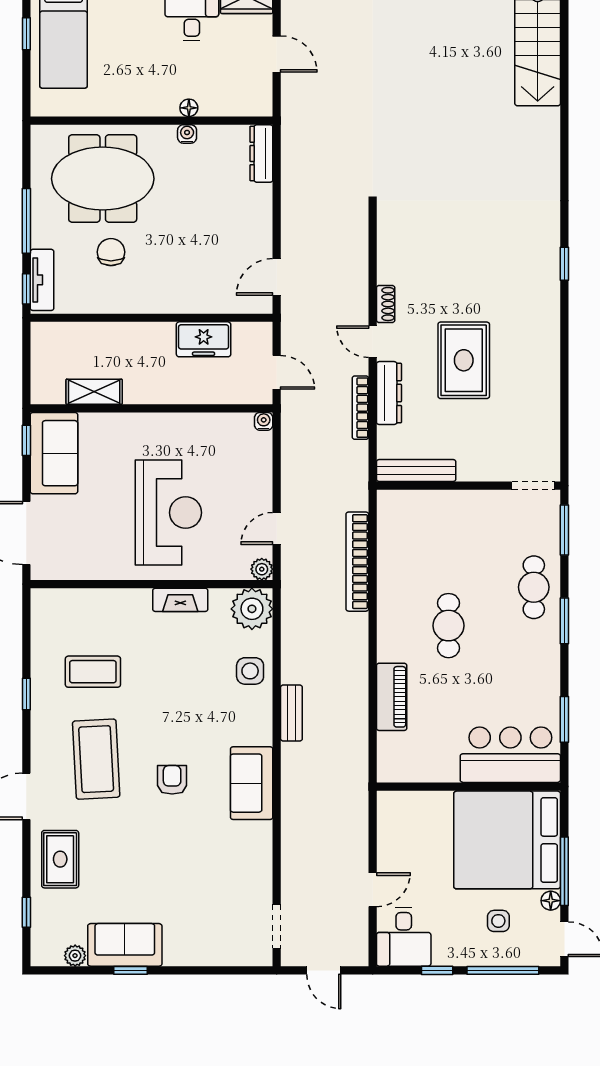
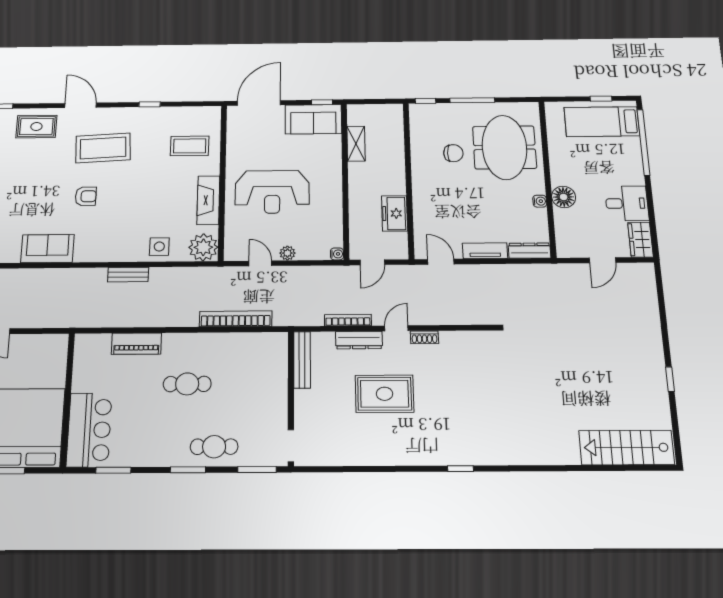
floor lamp: (189, 108) -> (564, 197), width x1.89, depth x1.89
tv unit: (42, 280) -> (485, 251), moved, turned 180
plant: (262, 569) -> (287, 253), moved
fireplace: (180, 600) -> (208, 200), width x1.37, depth x1.32
coffee table: (93, 672) -> (190, 146), moved, turned 90
sofa: (252, 783) -> (47, 249), moved

